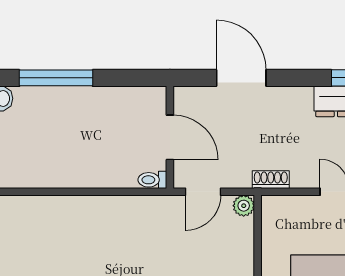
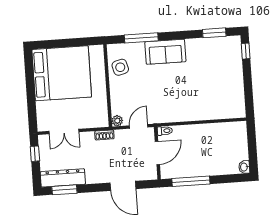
window: (56, 78) -> (191, 181), moved
door: (170, 137) -> (157, 153), swing flipped

